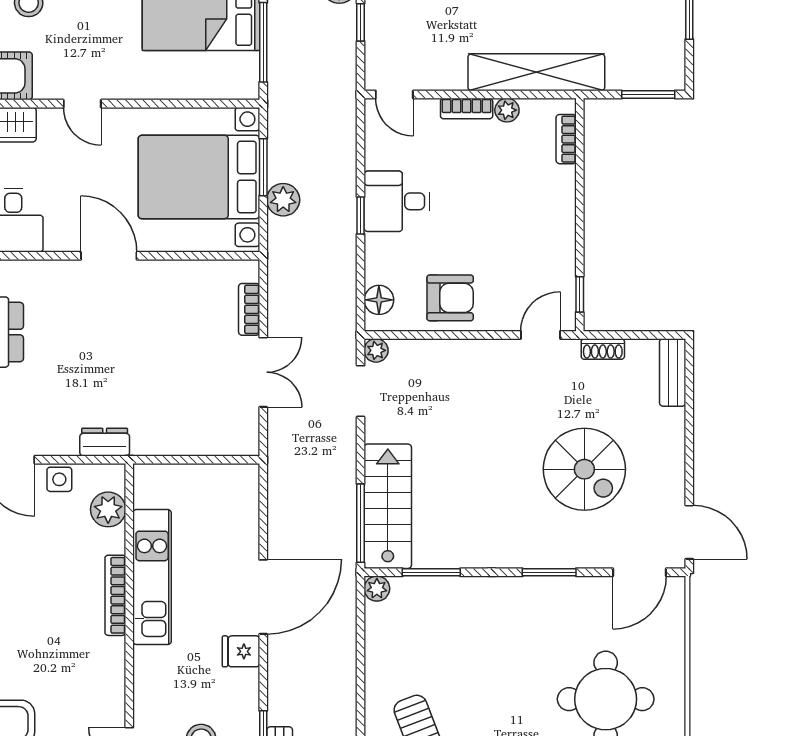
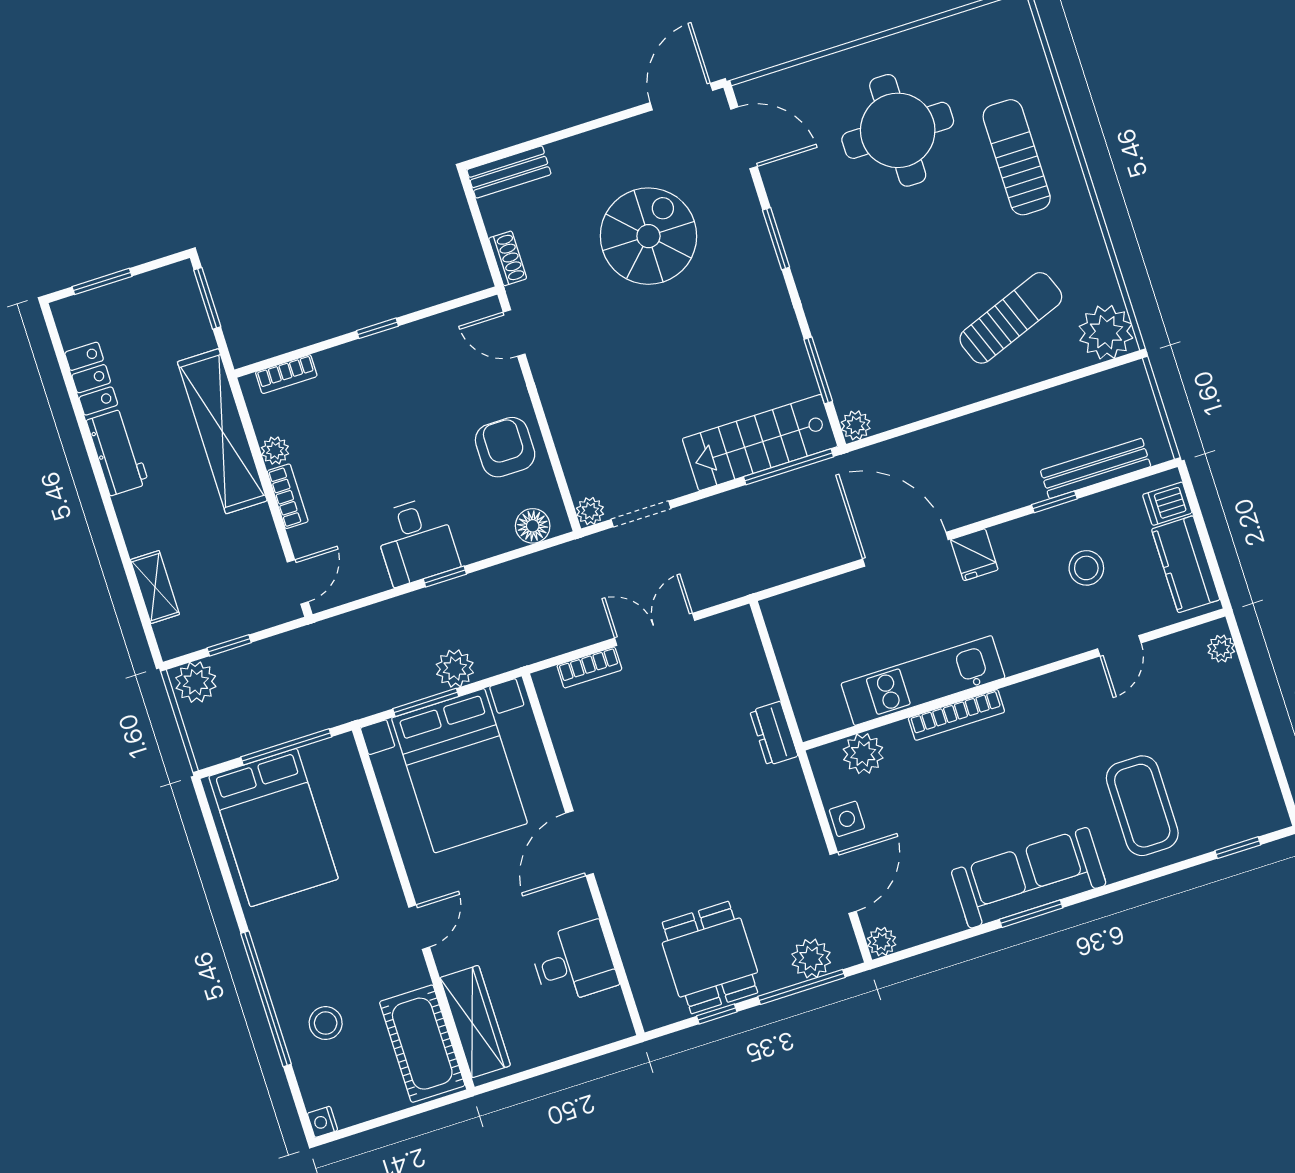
window: (580, 294) -> (378, 328), moved
dresser: (105, 442) -> (774, 733), moved

